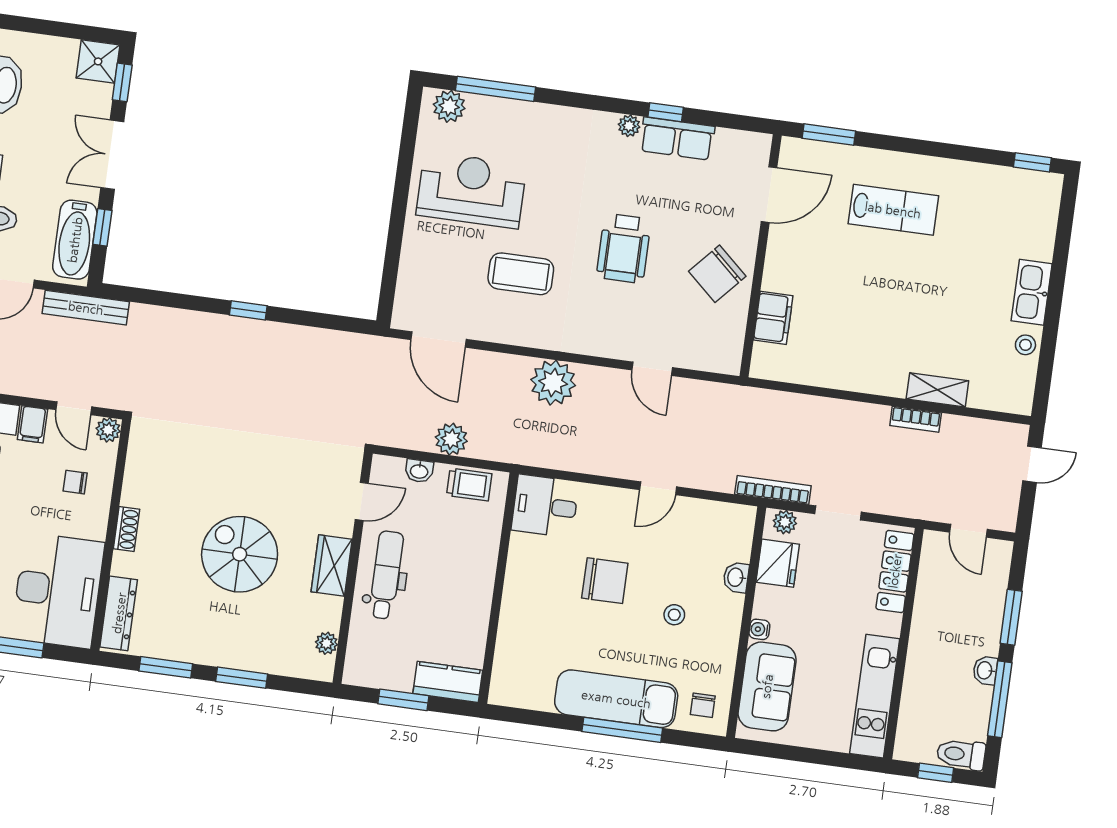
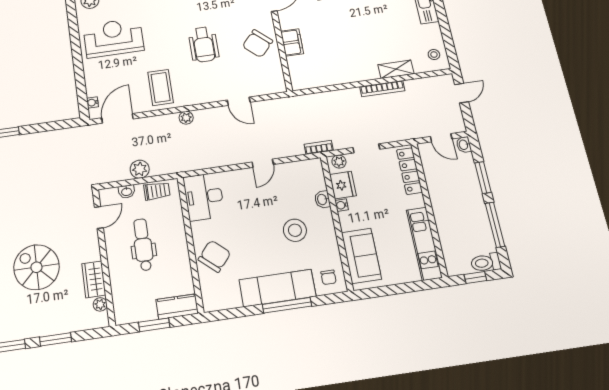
coffee table: (521, 274) -> (161, 87), moved, turned 90
water cooler: (404, 298) -> (92, 102), added
filing cabinet: (773, 318) -> (292, 42), moved
door: (439, 339) -> (117, 118), swing flipped
stool: (1025, 345) -> (434, 55), moved
plant: (553, 383) -> (186, 118), width x0.53, depth x0.53
bookcase: (916, 419) -> (382, 89), width x1.56
bookcase: (773, 490) -> (319, 147), width x0.64
desk: (545, 506) -> (204, 197), width x1.37
wardrobe: (332, 566) -> (94, 279), moved
dental chair: (386, 575) -> (143, 245), moved
chair: (605, 581) -> (214, 256), moved, turned -49
stool: (674, 615) -> (295, 230), width x1.89, depth x1.89
water cooler: (759, 629) -> (342, 205), moved
washbasin: (985, 670) -> (464, 145), moved

